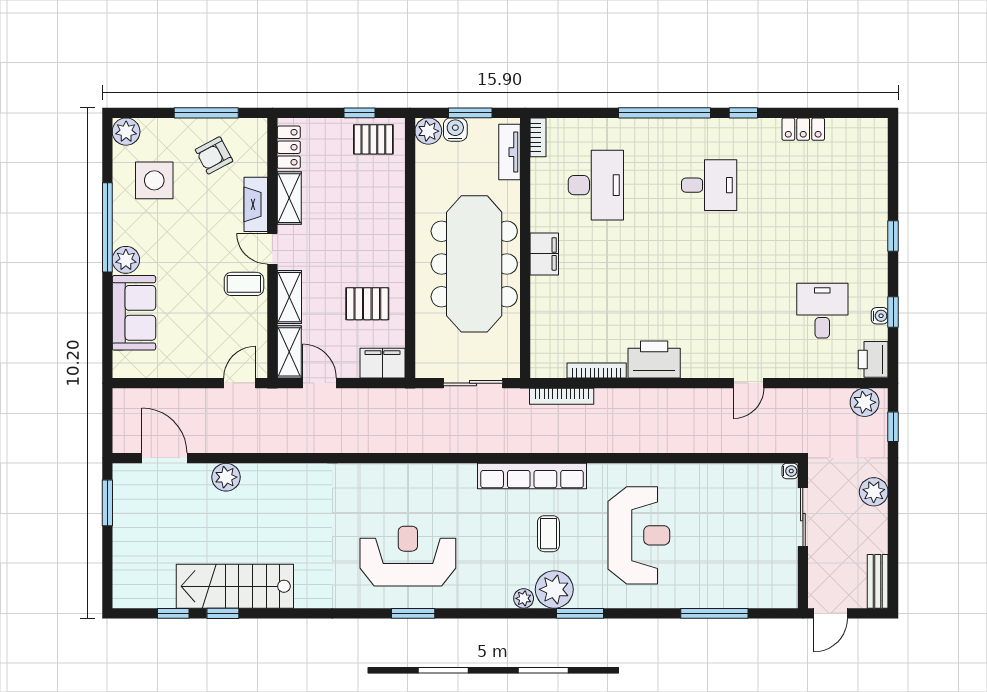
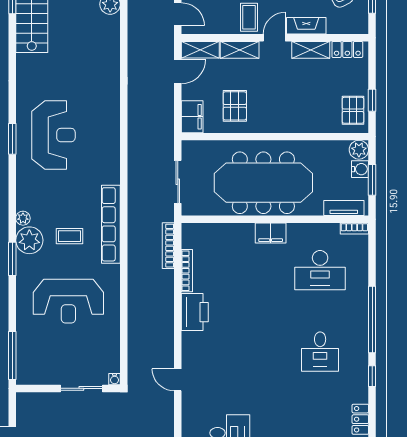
water cooler: (790, 471) -> (115, 379), moved
sliding door: (803, 517) -> (81, 388), moved
wall: (803, 536) -> (68, 388), moved

